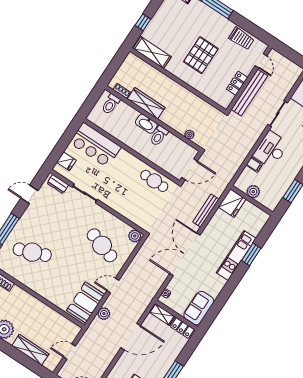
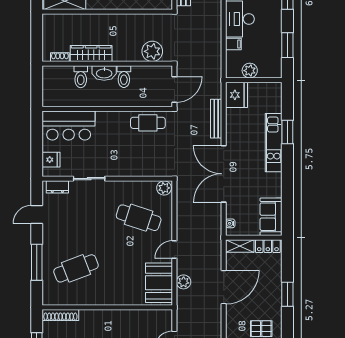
toilet: (111, 104) -> (81, 77), moved
plant: (189, 134) -> (152, 51), width x1.88, depth x1.88

